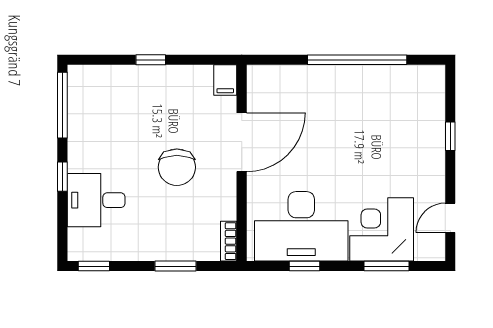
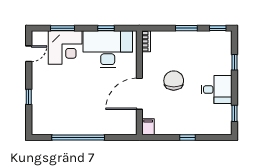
window: (62, 105) -> (234, 113), width x0.46
window: (62, 177) -> (234, 62), moved
desk: (96, 200) -> (217, 90), moved
window: (175, 266) -> (186, 28), moved

